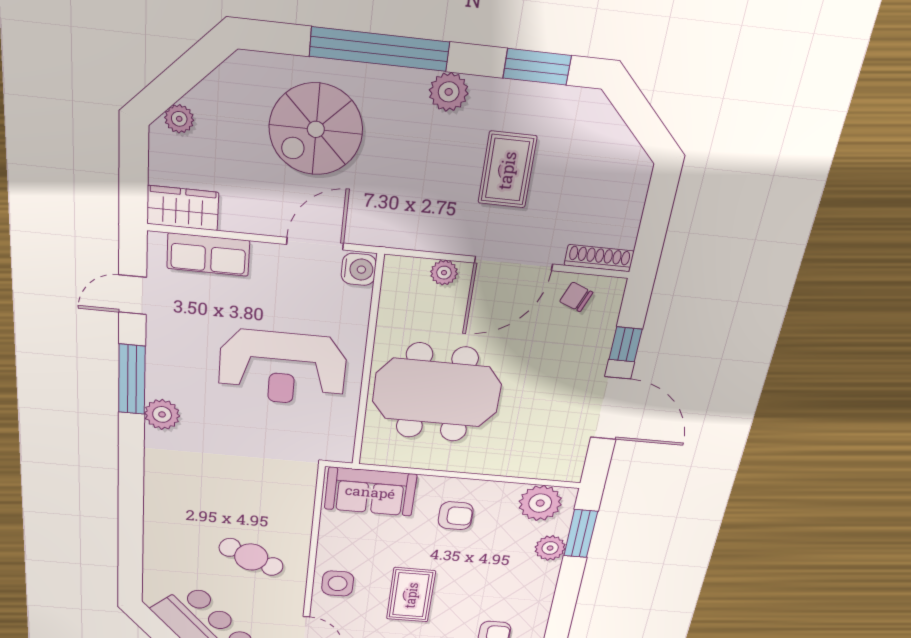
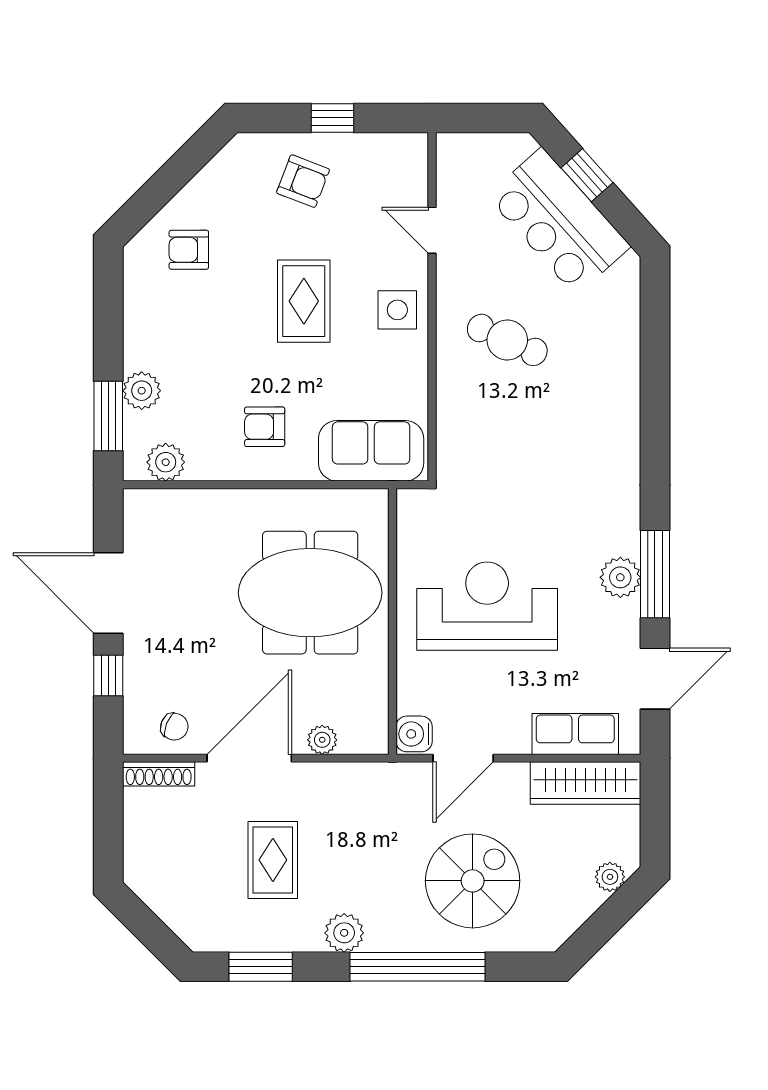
wardrobe: (183, 208) -> (585, 783), width x1.50
door: (133, 295) -> (655, 679), width x1.38
plant: (162, 414) -> (620, 577), moved
plant: (540, 503) -> (166, 462), width x0.73, depth x0.73

